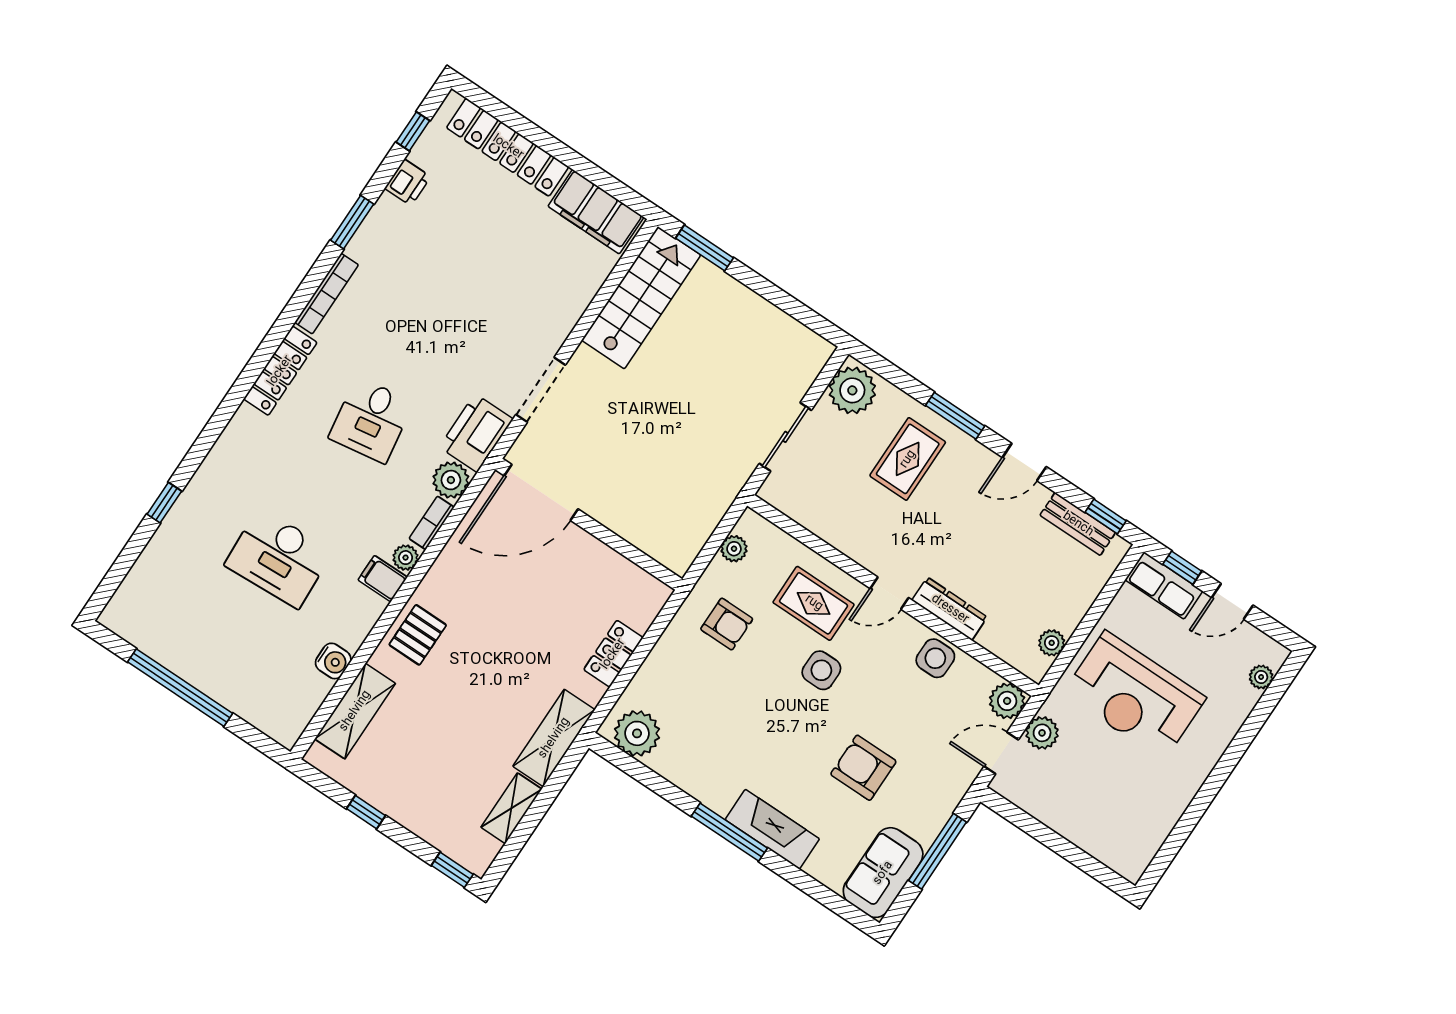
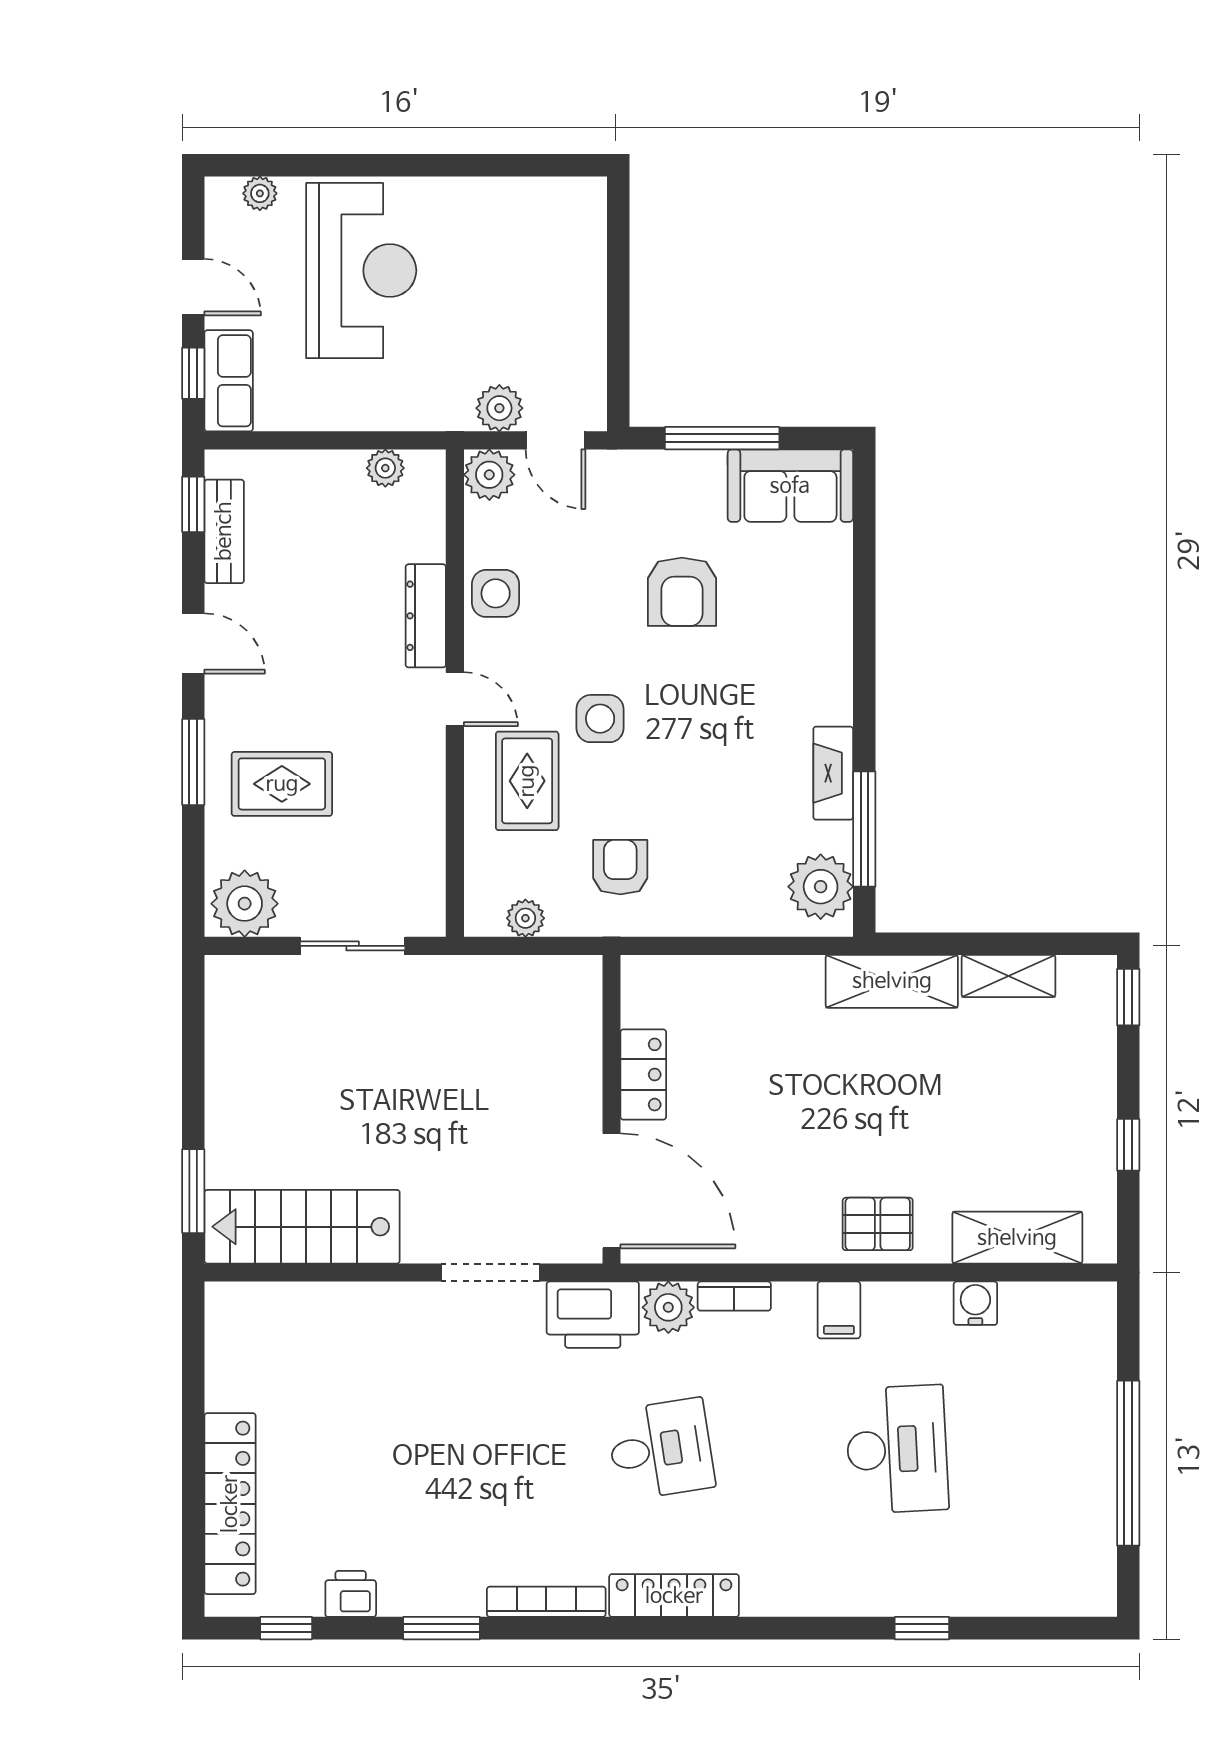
filing cabinet: (596, 212) -> (236, 1348), removed
plant: (406, 558) -> (796, 1300), removed
locker: (613, 654) -> (643, 1074), moved, turned -90
reception desk: (1134, 696) -> (361, 271), moved
fireplace: (772, 829) -> (833, 773), moved, width x0.73, depth x0.76
window: (729, 832) -> (864, 829), moved

